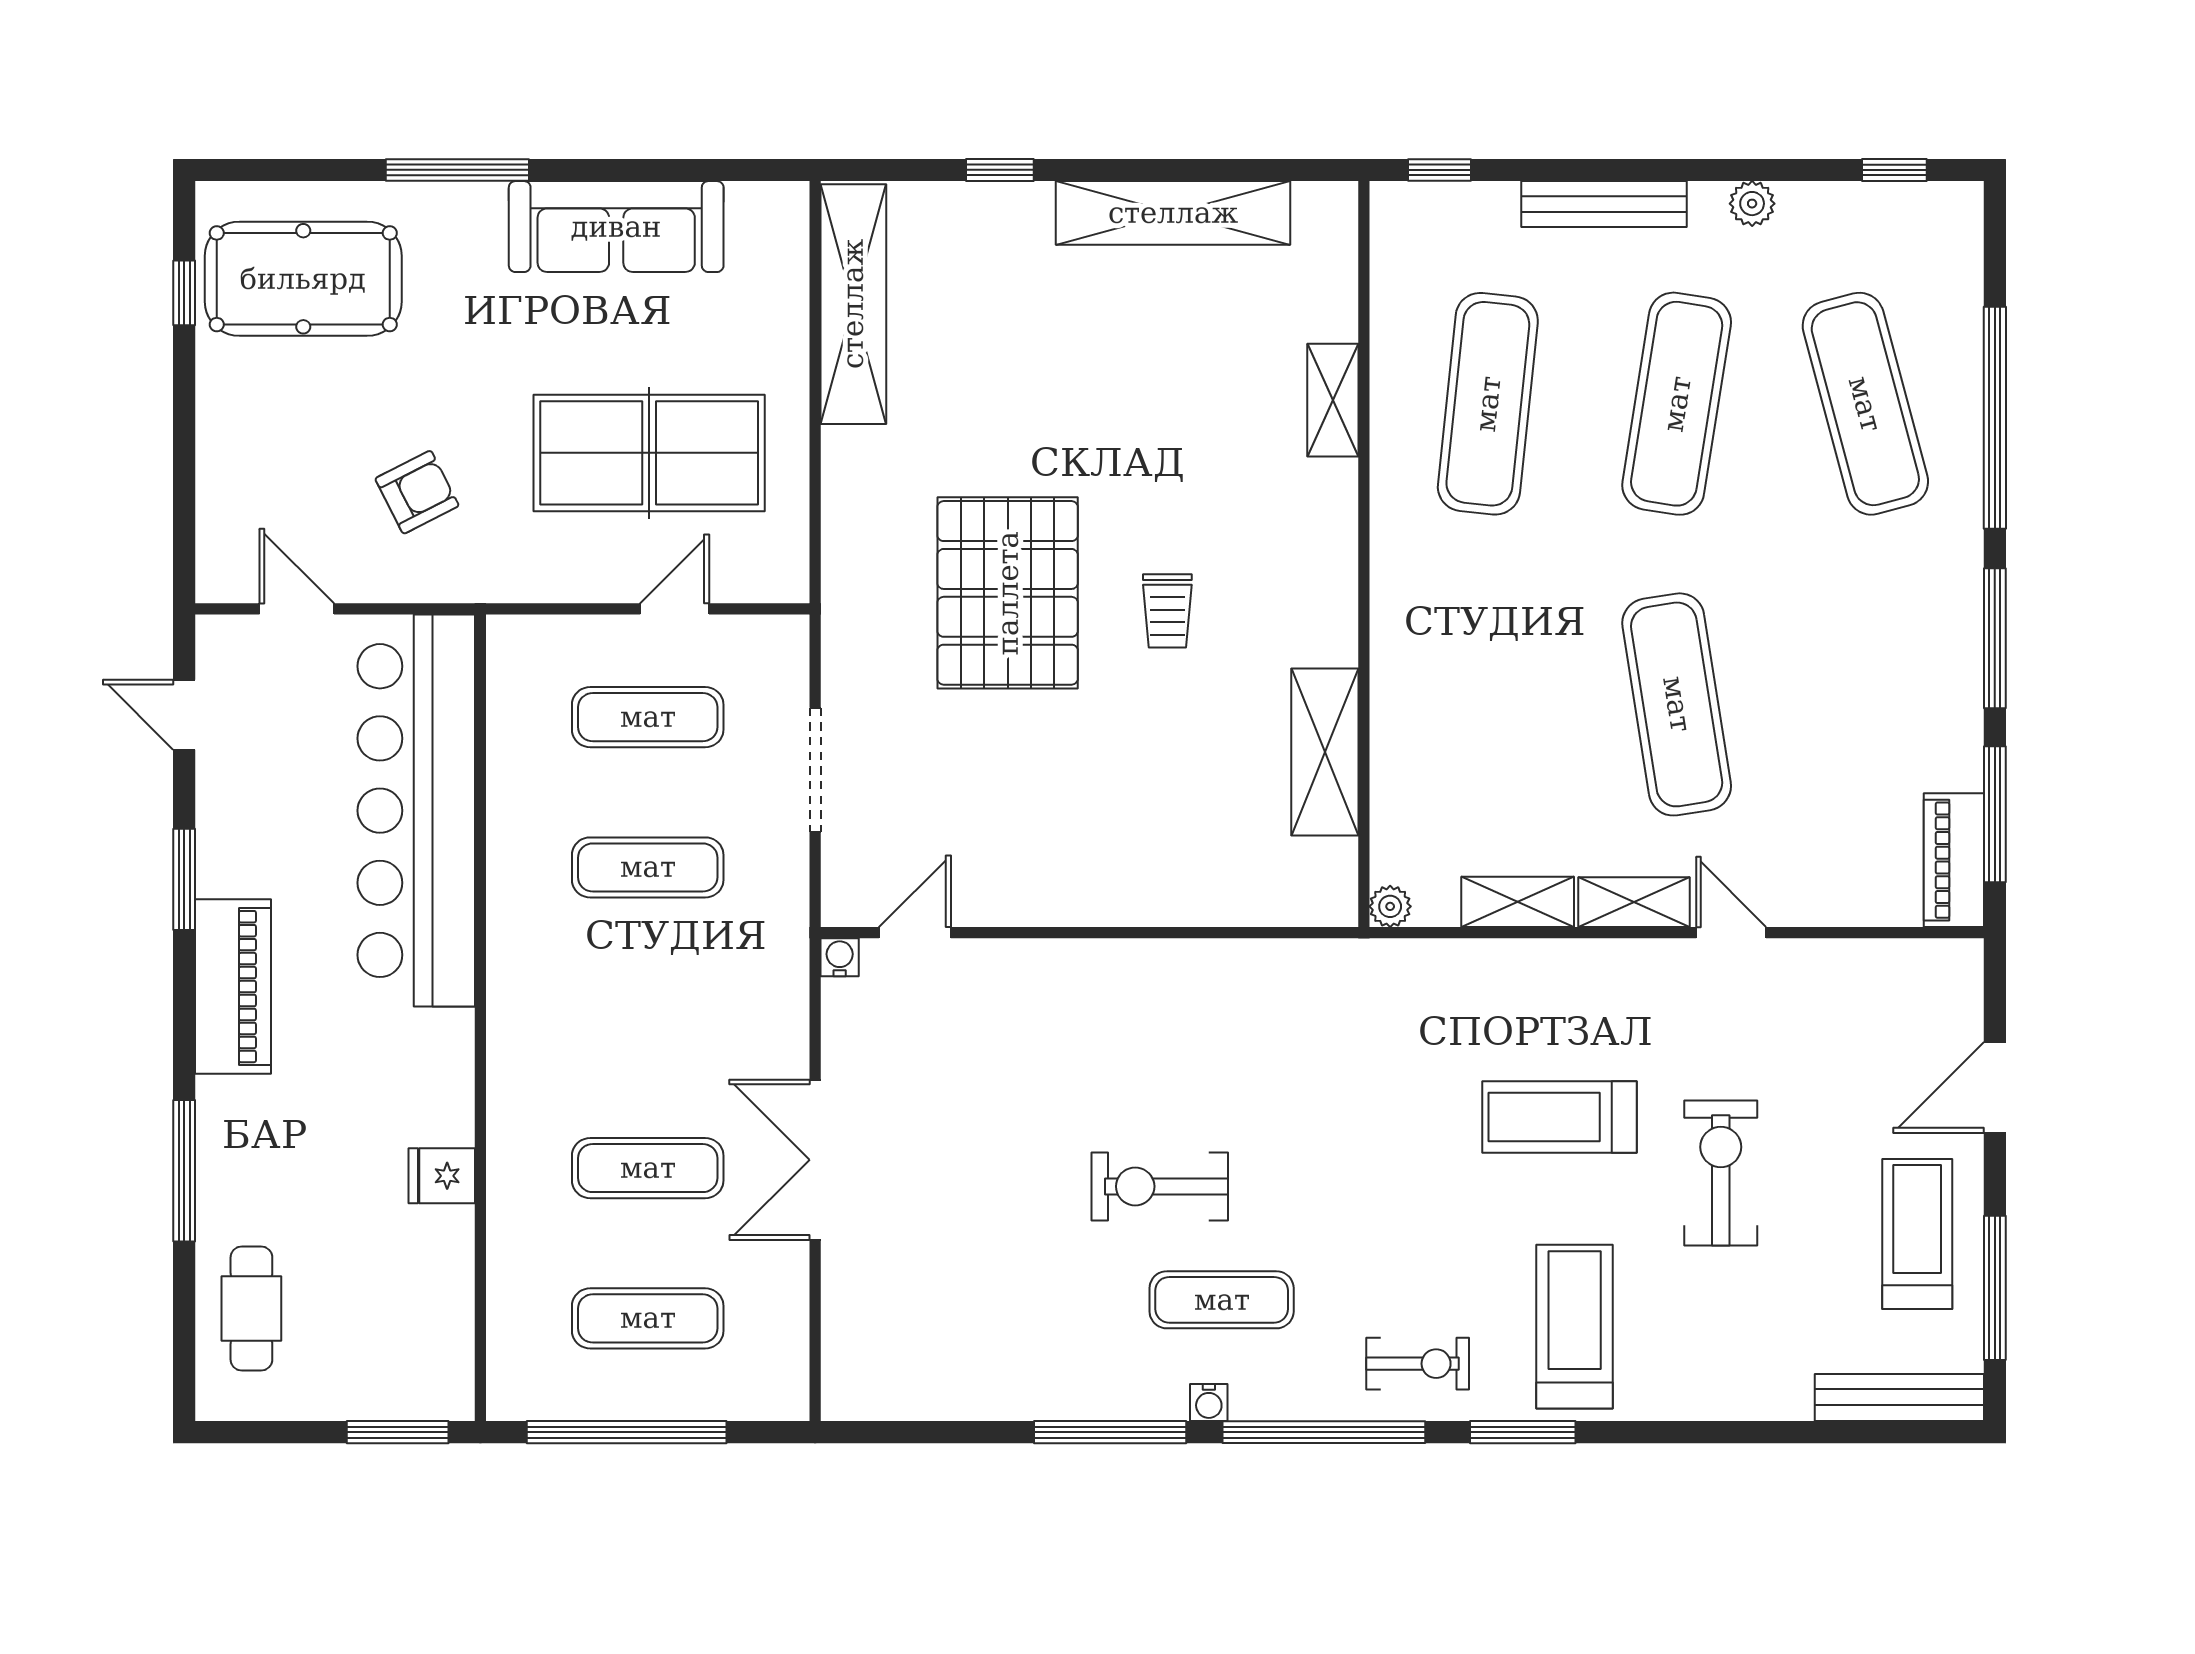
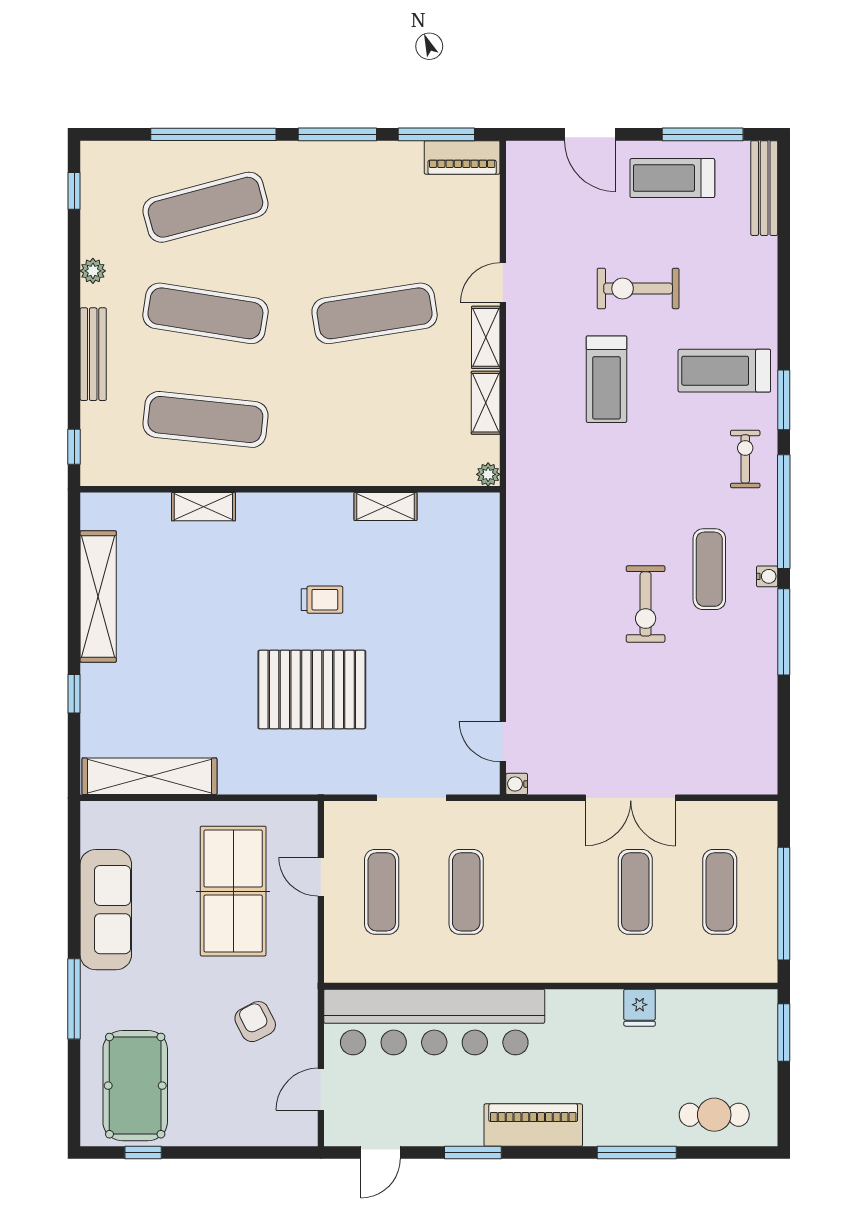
shelving: (1325, 752) -> (386, 506), width x0.67, depth x0.75

